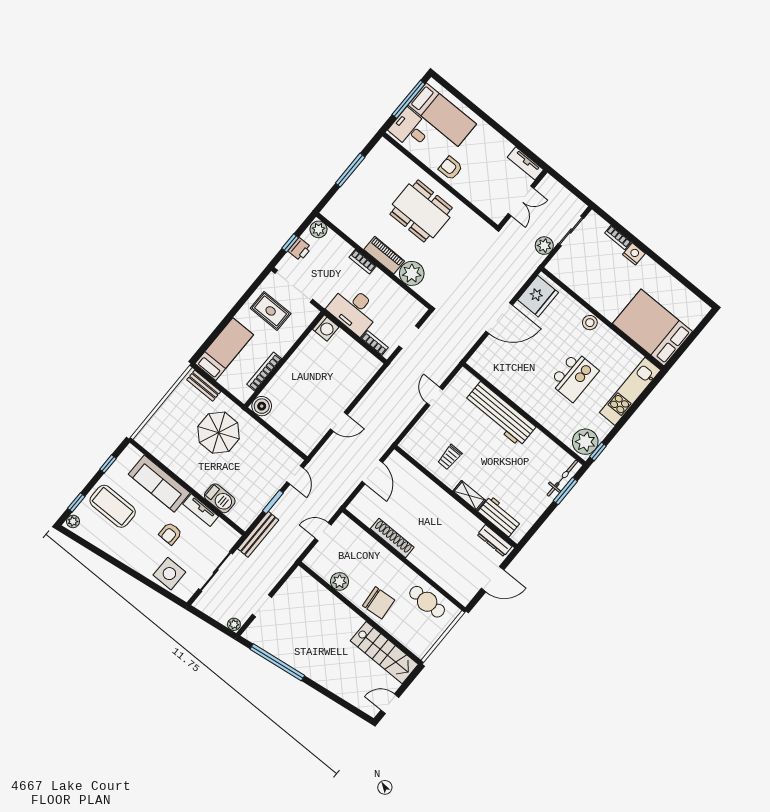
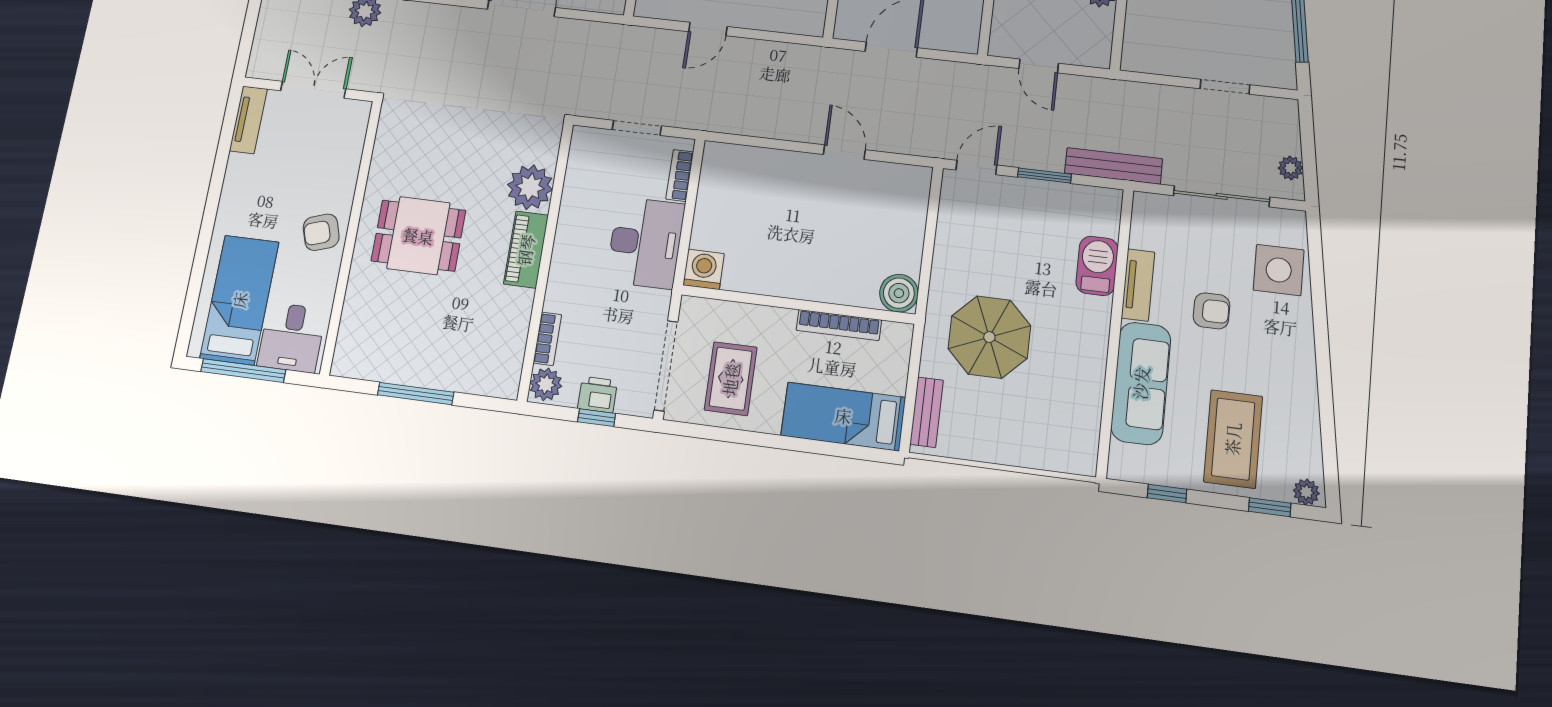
armchair: (450, 168) -> (321, 232), turned 72
dining table: (421, 211) -> (418, 236), width x0.73
bookcase: (362, 262) -> (547, 339), moved
plant: (234, 624) -> (1291, 168), moved

